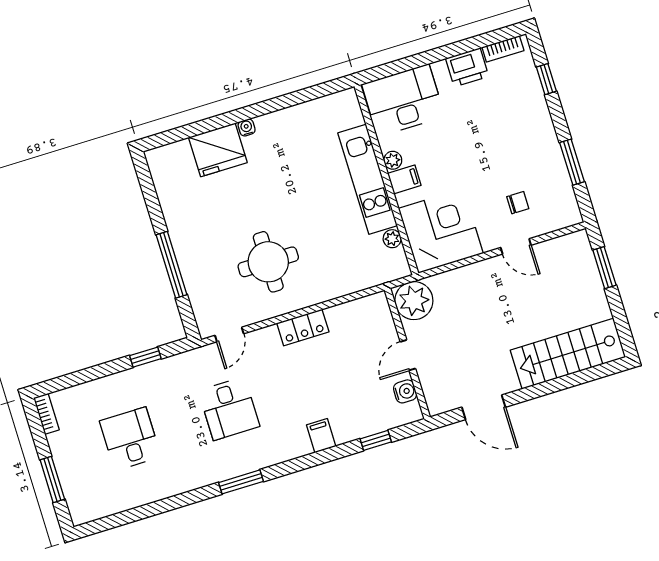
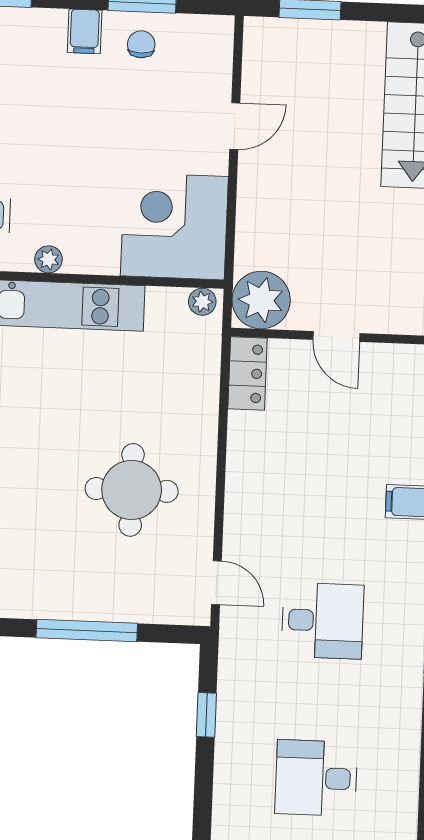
filing cabinet: (404, 179) -> (85, 31), moved, turned 180
chair: (518, 203) -> (141, 44), moved
plant: (392, 239) -> (202, 302), moved
locker: (303, 327) -> (247, 373), moved
water cooler: (405, 391) -> (387, 359), removed

